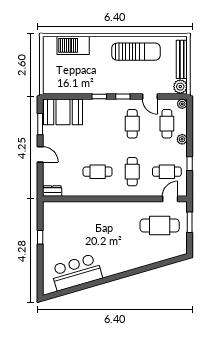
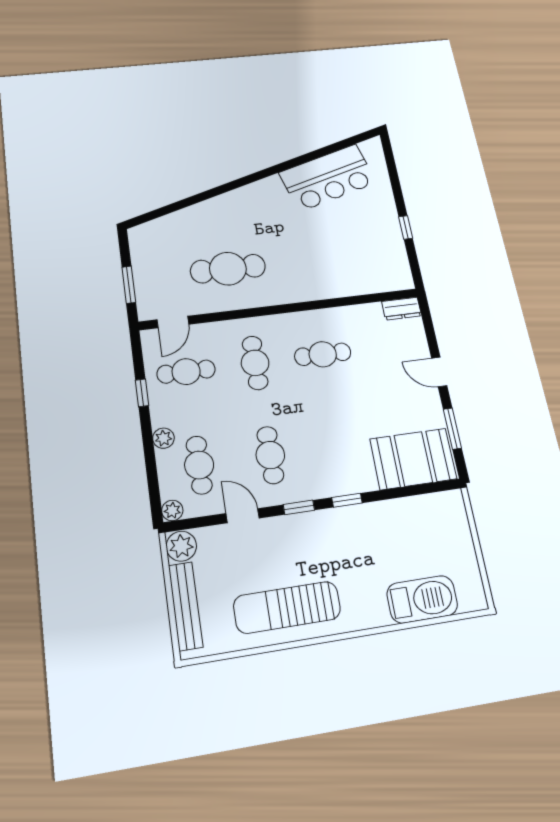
cafe table: (160, 226) -> (228, 269), moved

